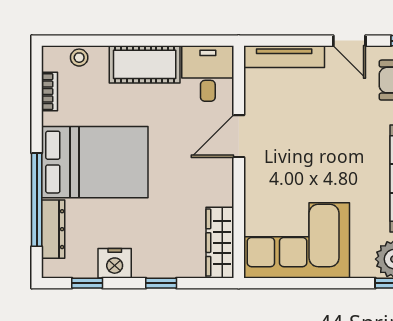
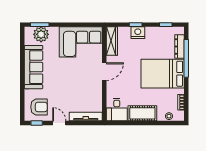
door: (239, 136) -> (104, 72), moved
nightstand: (115, 263) -> (138, 33), moved

